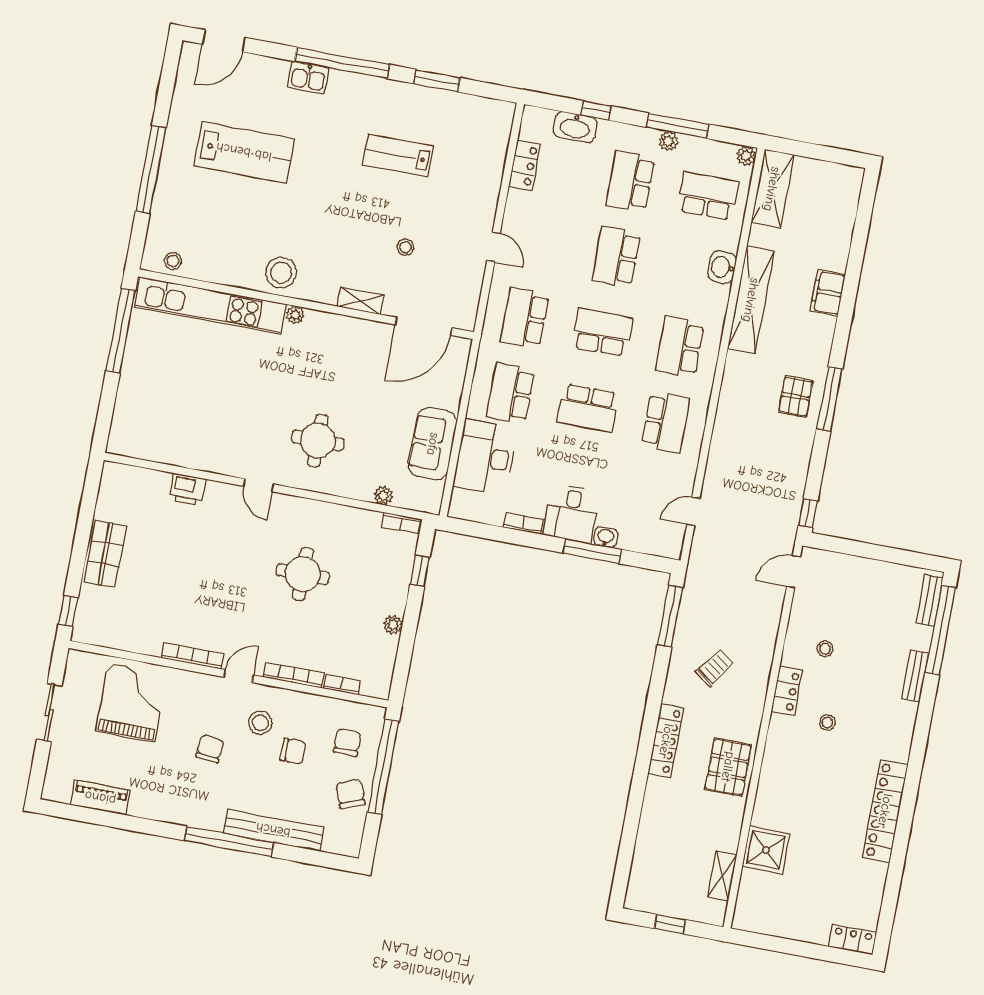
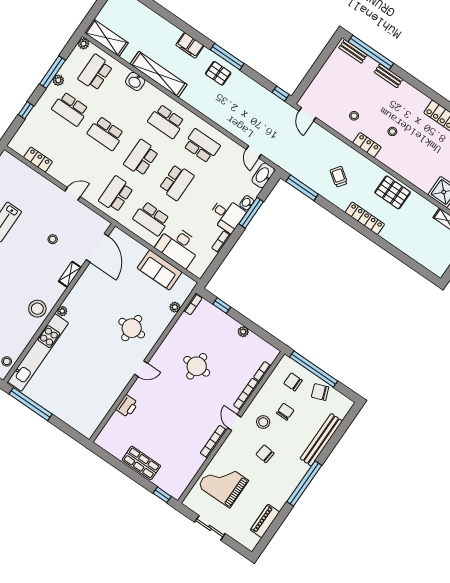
washbasin: (575, 127) -> (263, 175), moved, turned 180
filing cabinet: (828, 293) -> (190, 45), moved
school desk: (525, 318) -> (116, 194), turned 90
window: (229, 842) -> (304, 483), moved

